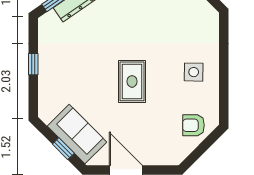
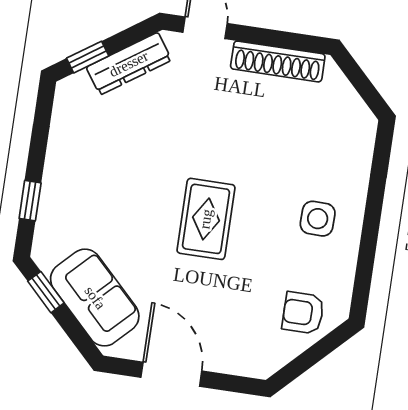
window: (33, 64) -> (30, 201), moved
window: (63, 149) -> (46, 292), moved

